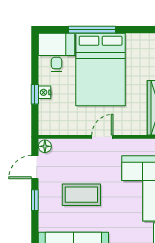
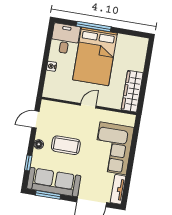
window: (35, 94) -> (44, 67), removed
floor lamp: (45, 146) -> (39, 144), moved
window: (35, 200) -> (28, 163), moved

